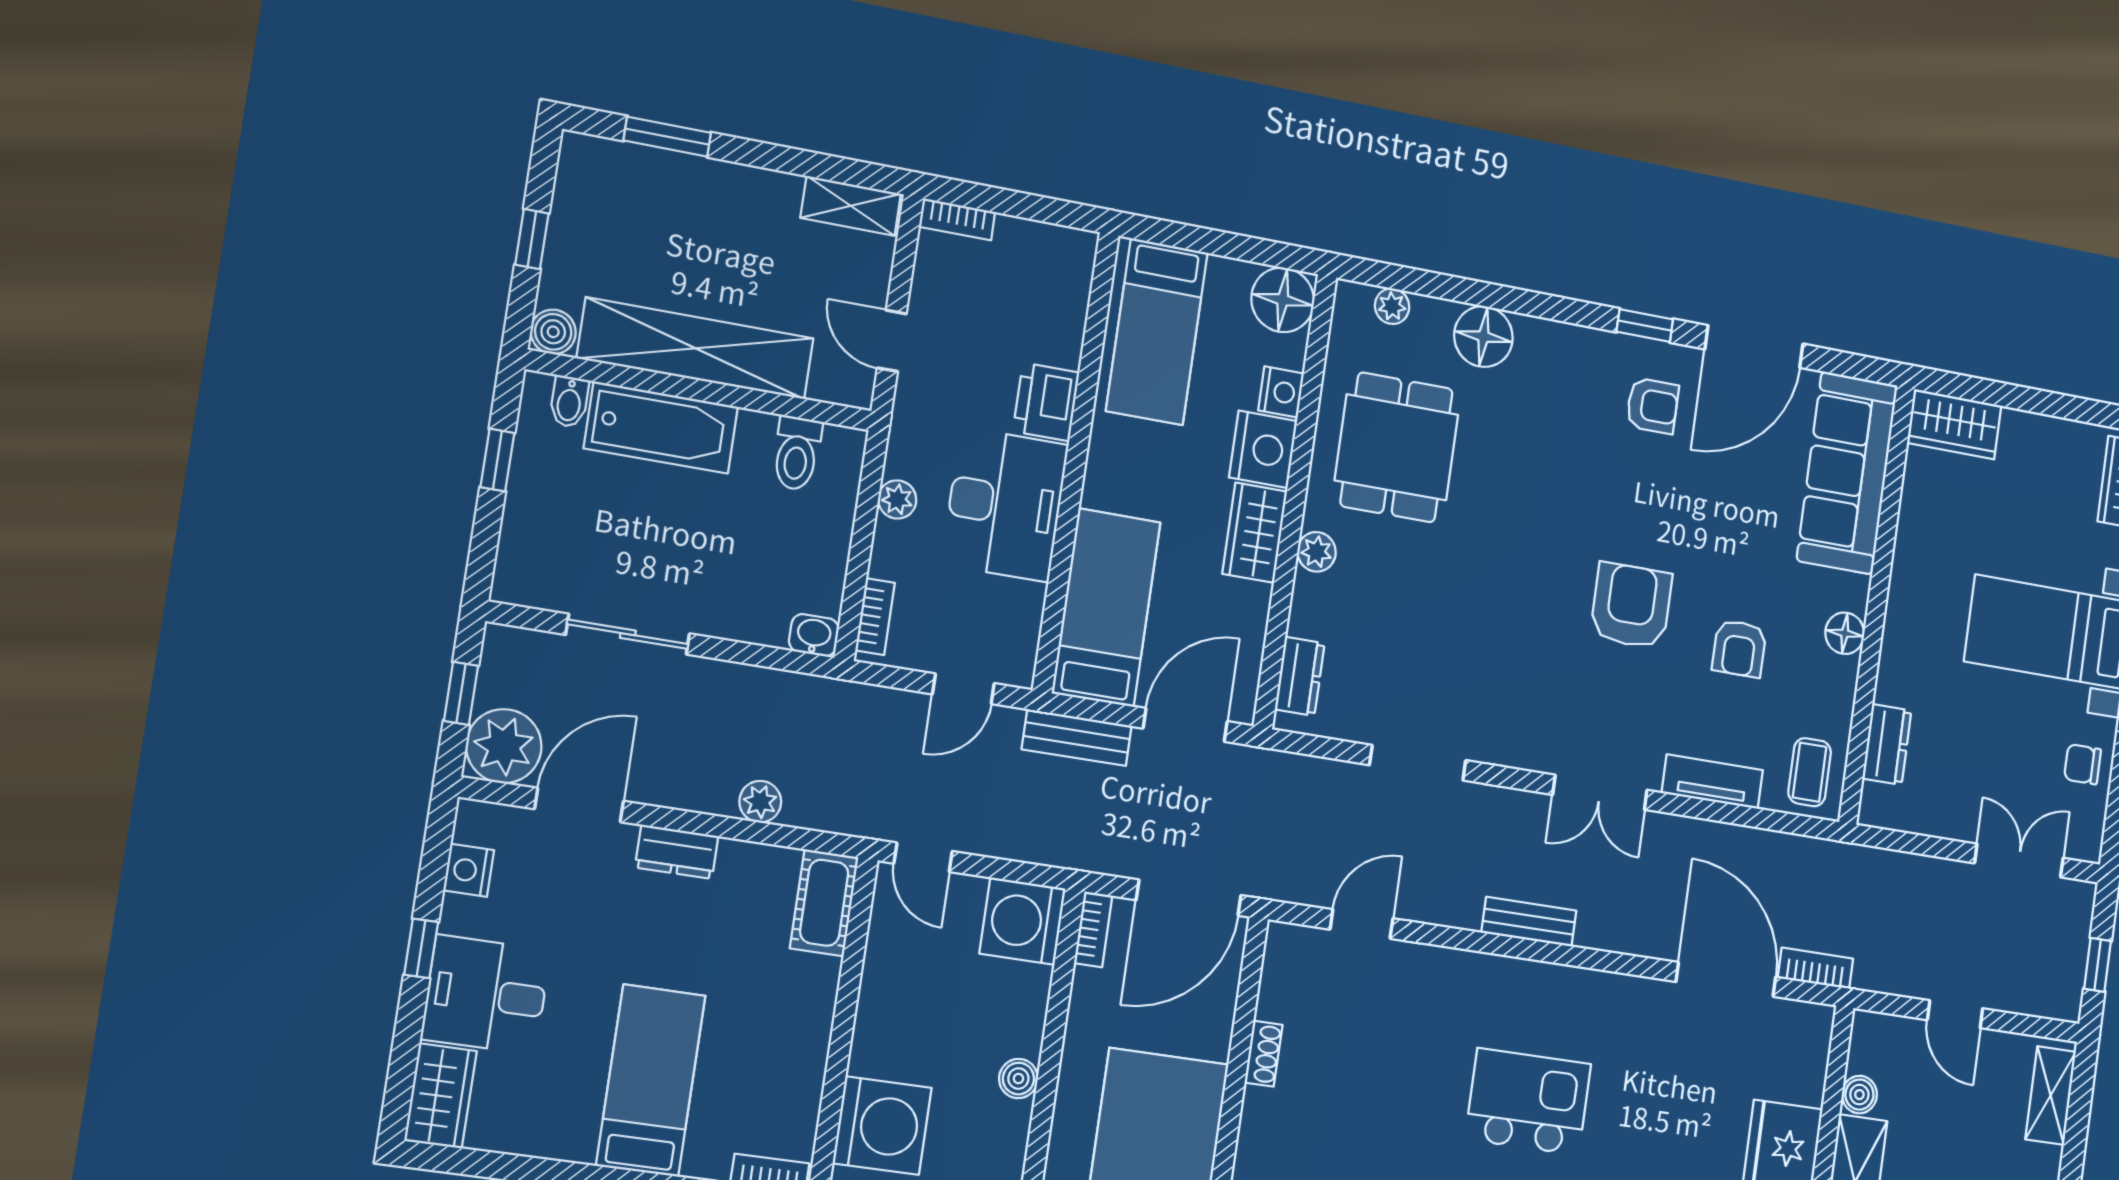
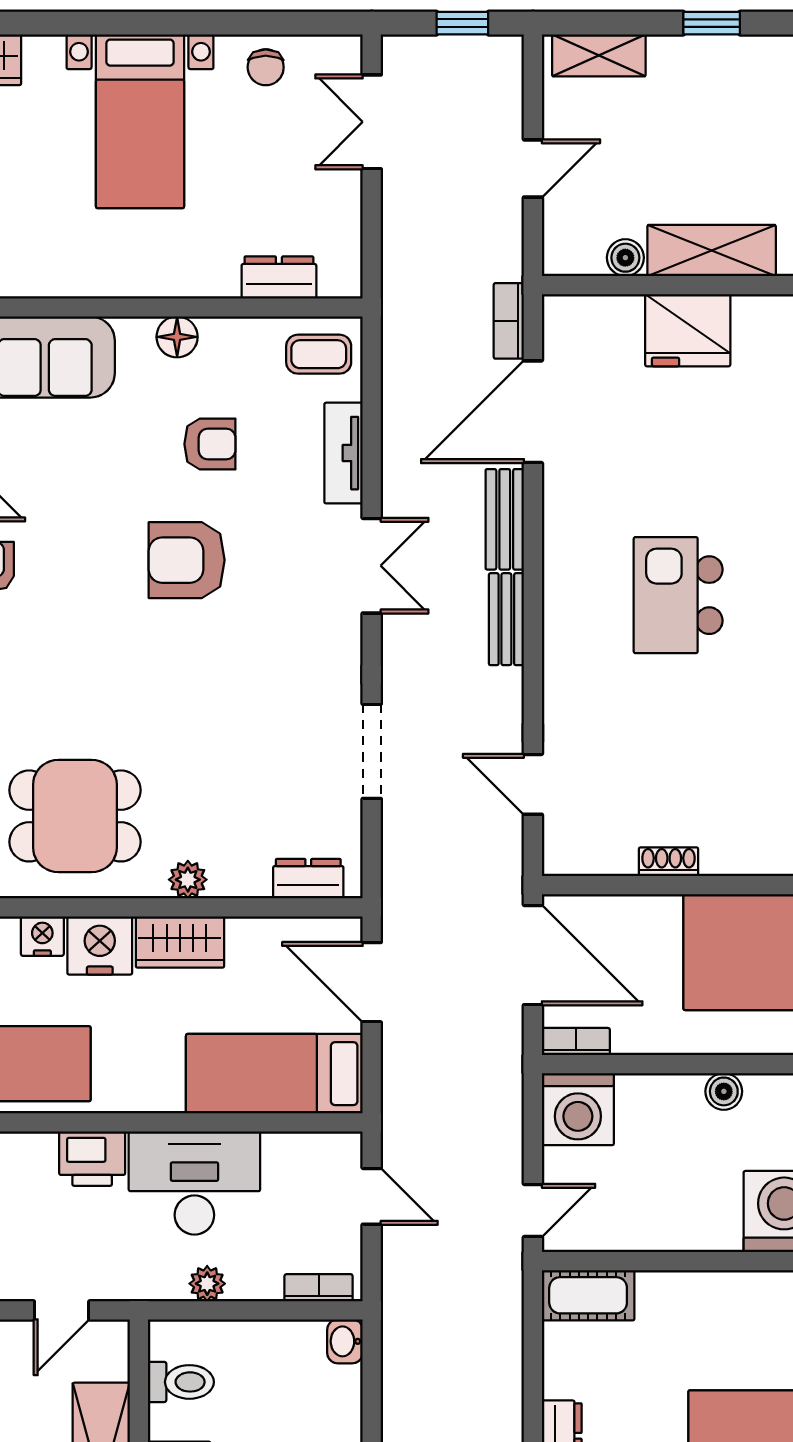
bench: (1077, 737) -> (505, 519), moved
plant: (760, 802) -> (505, 1367), removed

